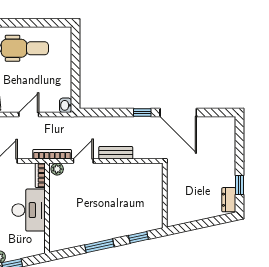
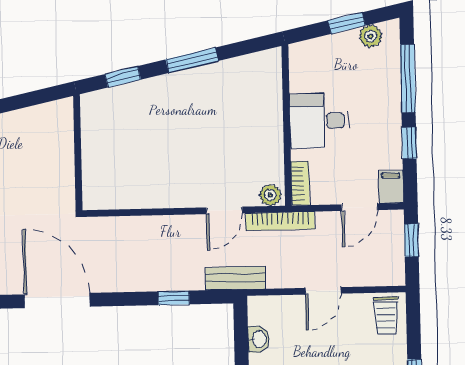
washbasin: (66, 105) -> (259, 339), moved
window: (142, 113) -> (174, 298), moved
bench: (116, 153) -> (235, 278), moved
desk: (29, 210) -> (319, 121), width x0.73

